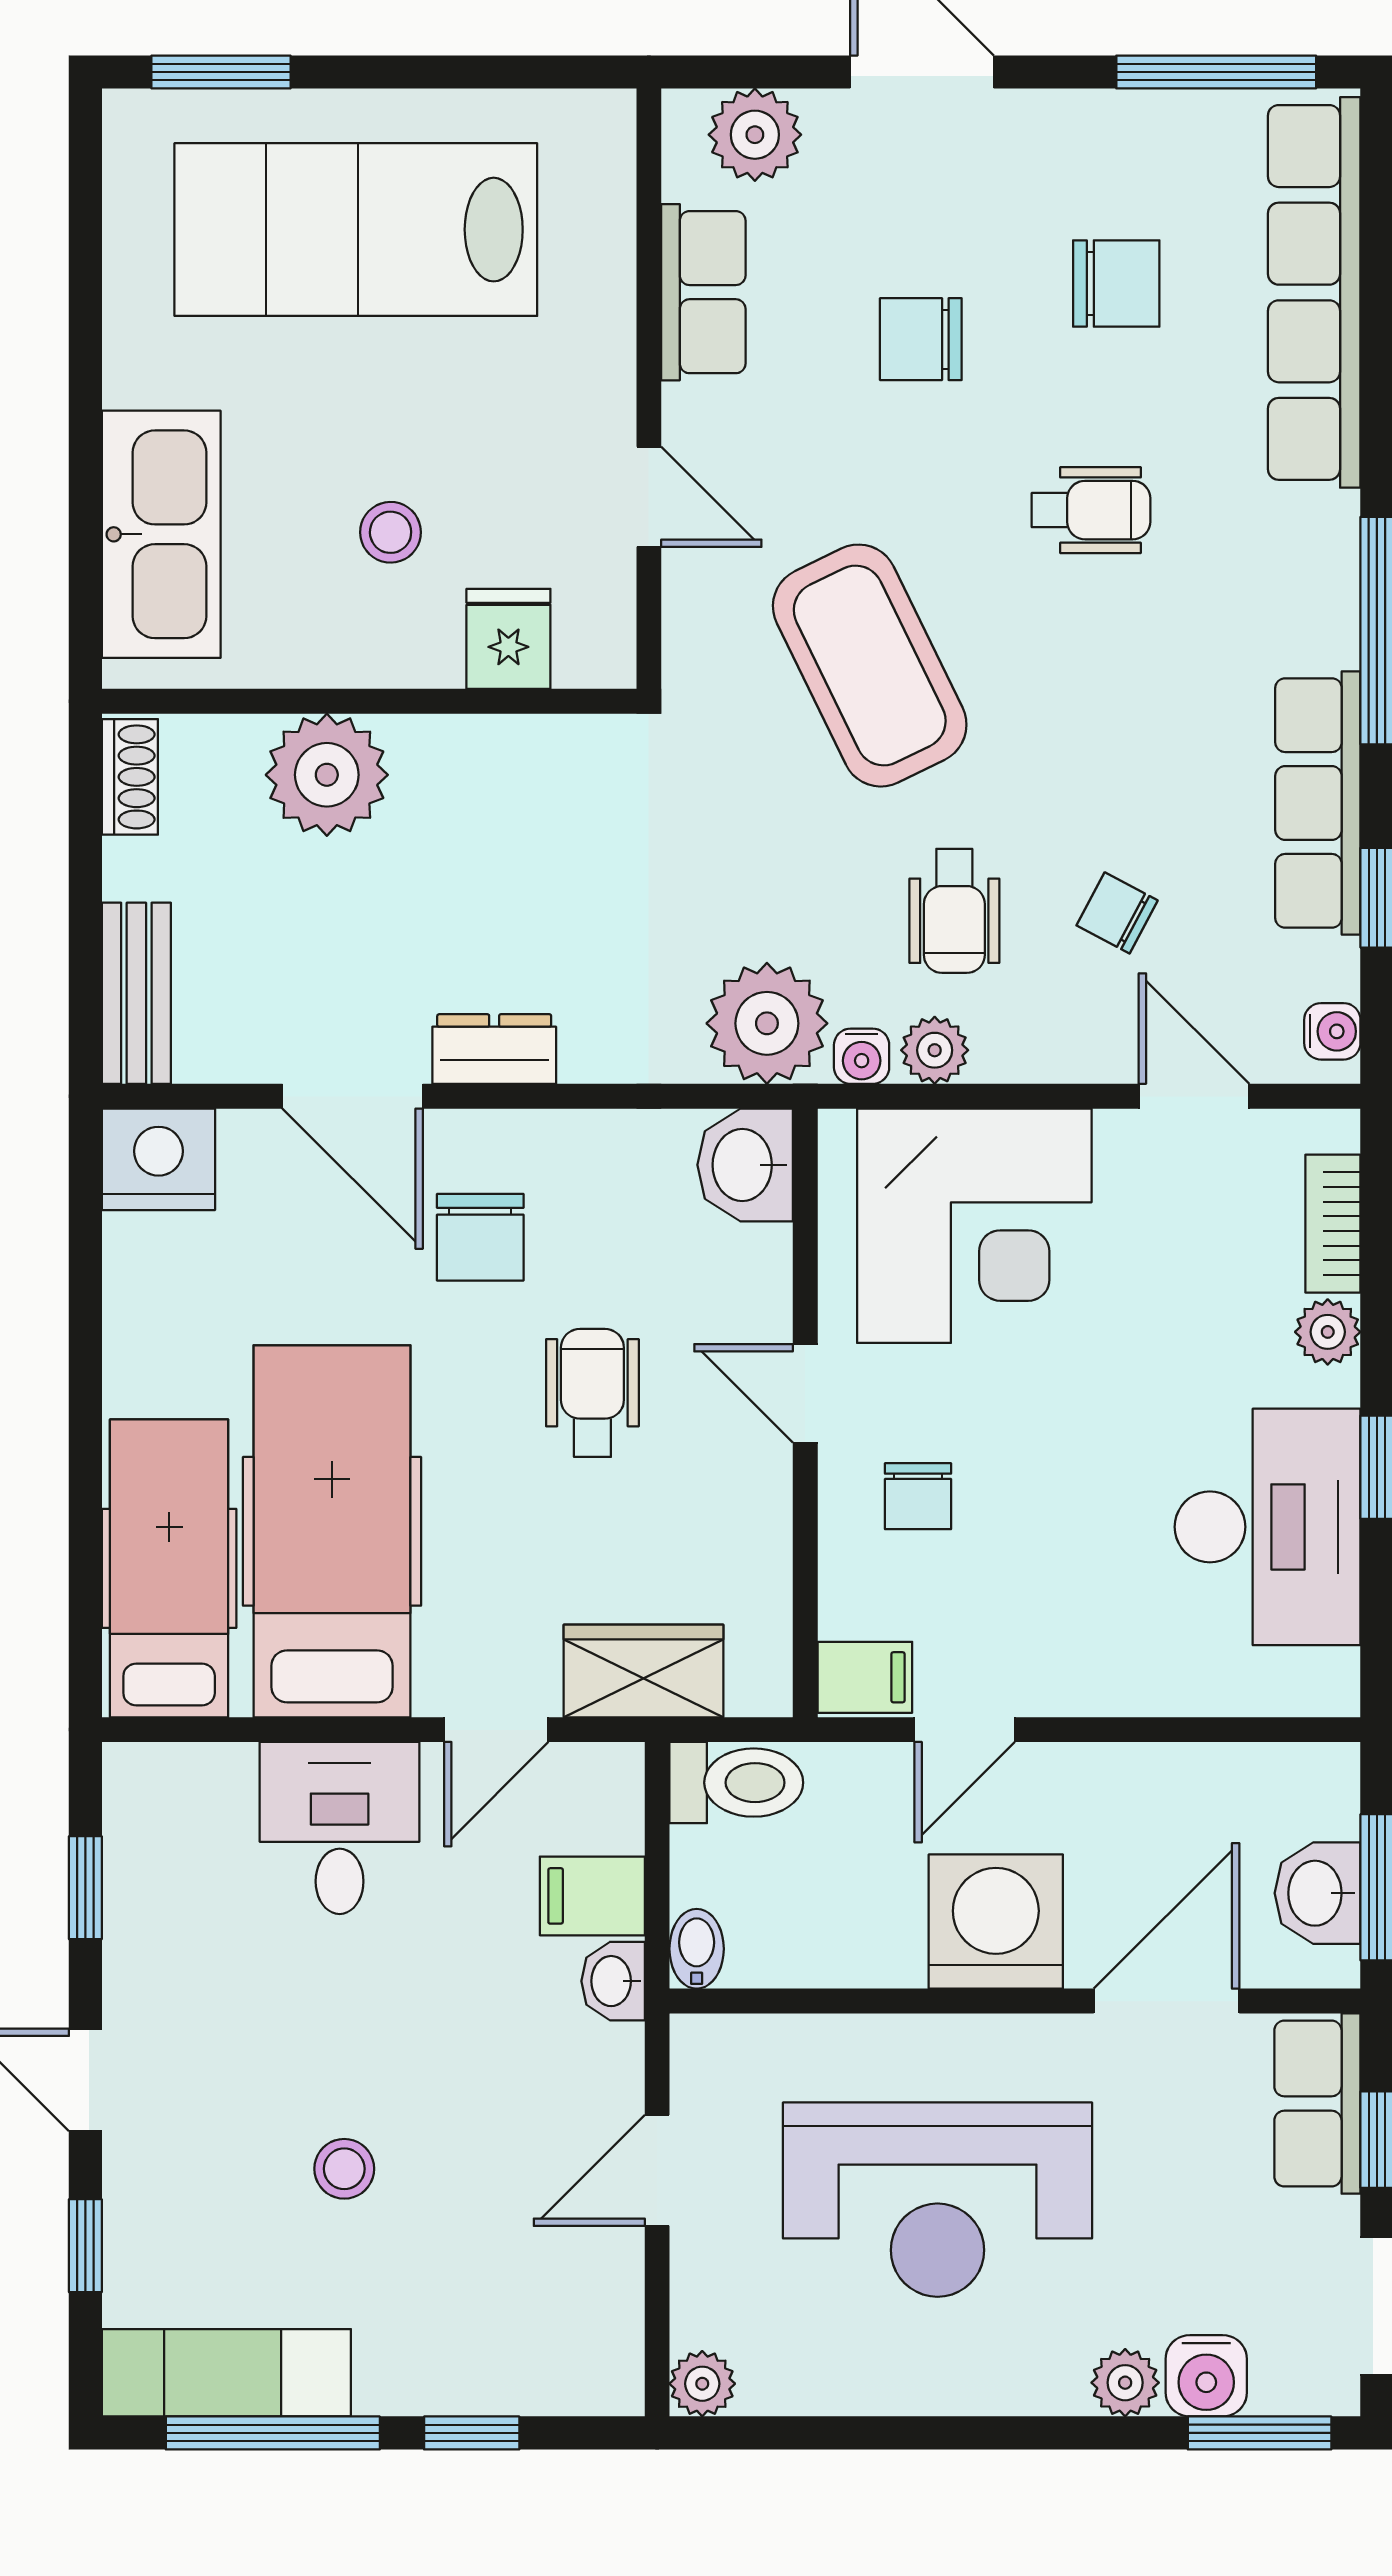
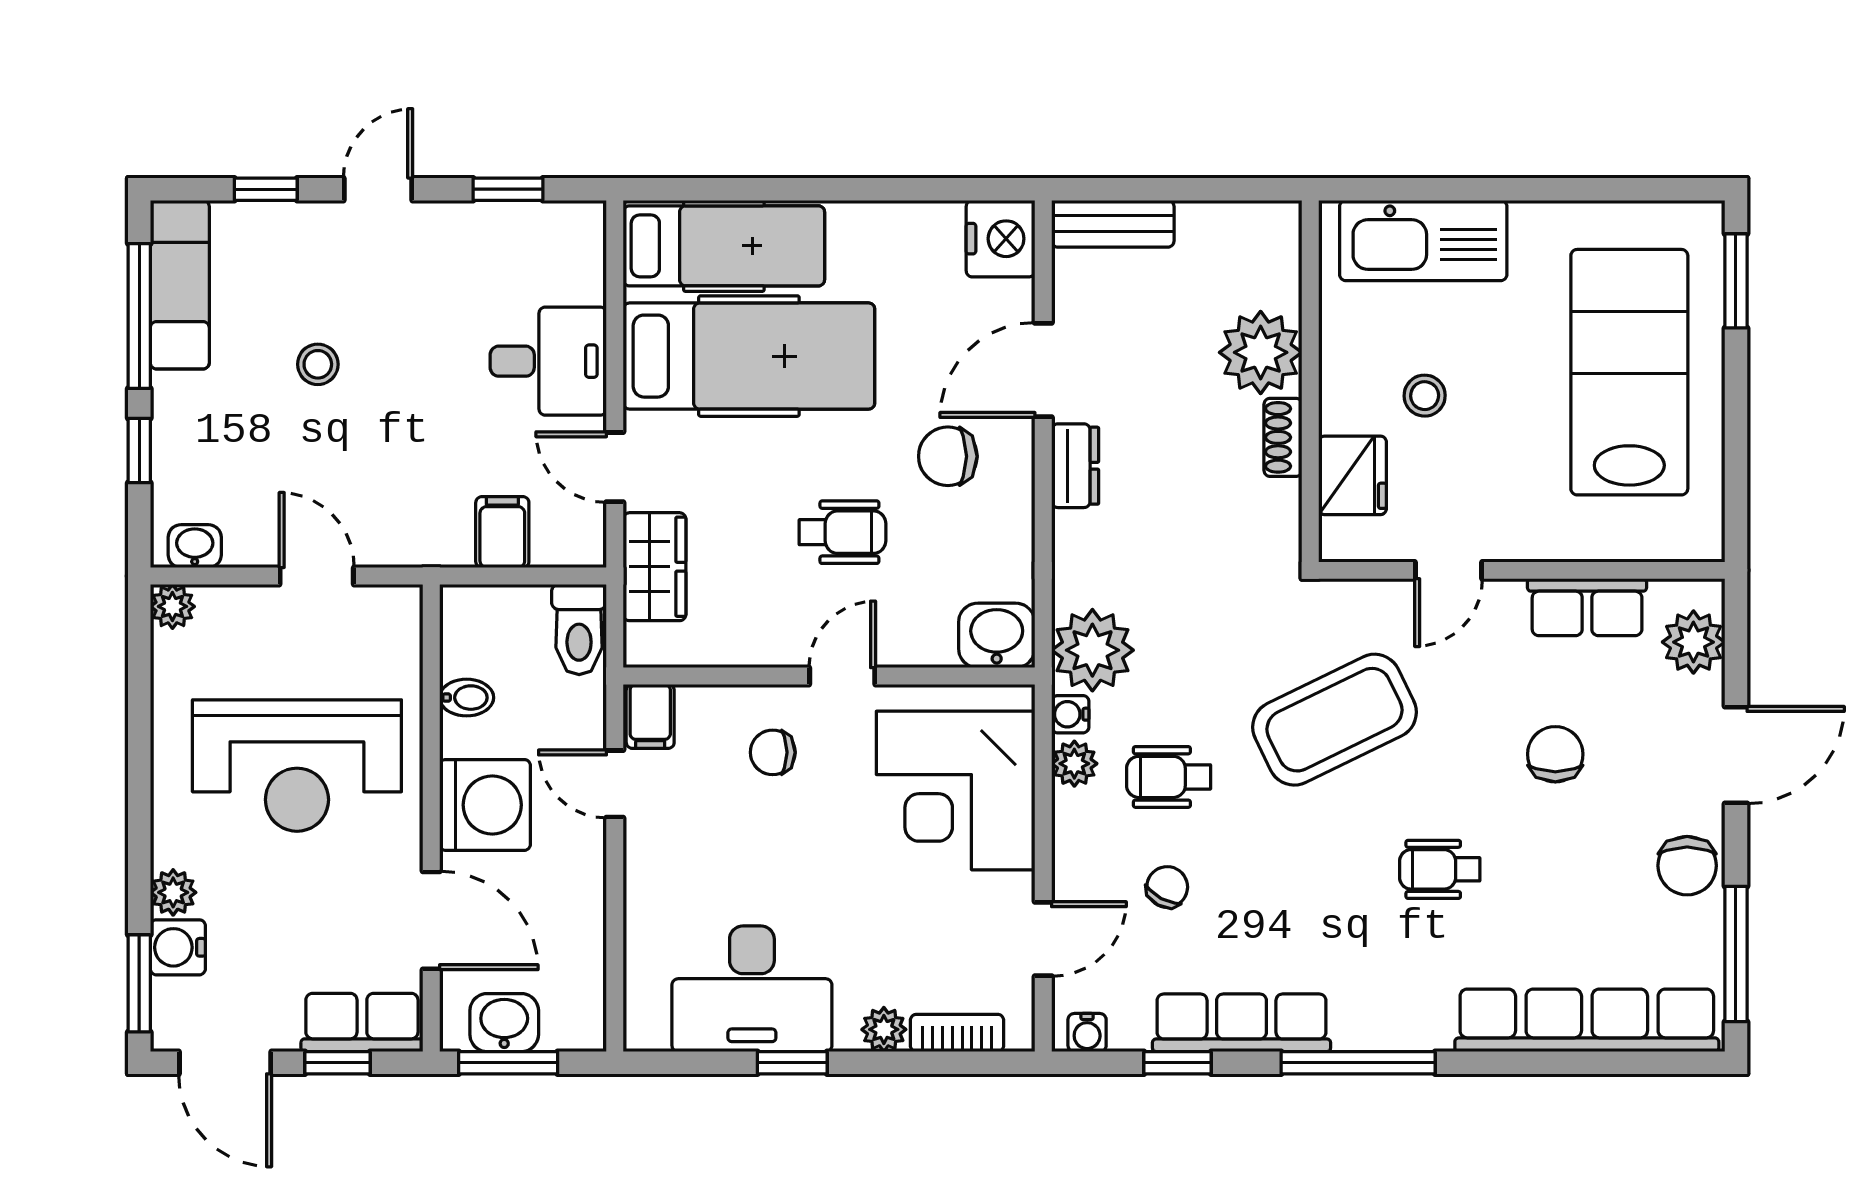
chair: (1116, 284) -> (1687, 866), moved
wheelchair: (1091, 510) -> (1440, 869), turned 90
fridge: (508, 639) -> (1353, 475), width x1.38
shoe rack: (130, 777) -> (1283, 437), moved, turned 90
bidet: (697, 1949) -> (467, 698), moved
washbasin: (613, 1981) -> (195, 546), moved
reception desk: (937, 2200) -> (297, 766), turned -90

